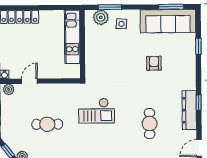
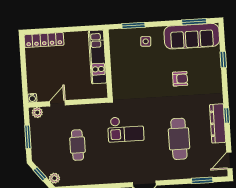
plant: (101, 17) -> (125, 36), removed
armchair: (154, 63) -> (180, 79), turned 90
cafe table: (150, 123) -> (179, 139), width x1.37, depth x1.35
cafe table: (47, 124) -> (77, 145), turned 90

